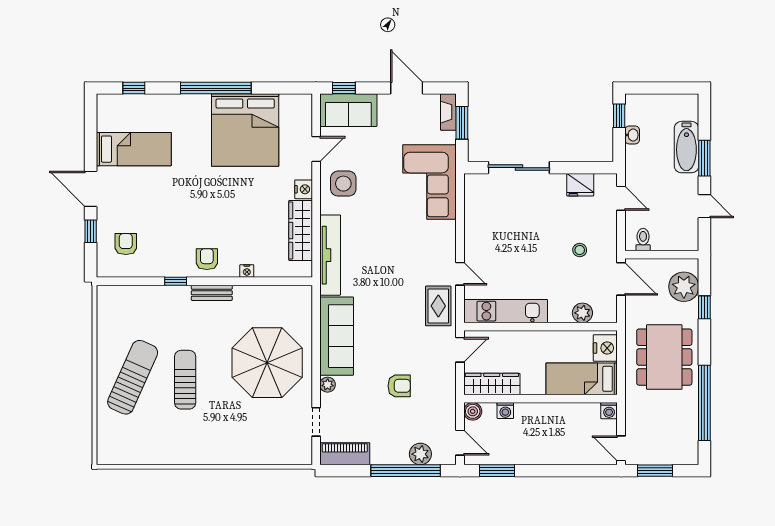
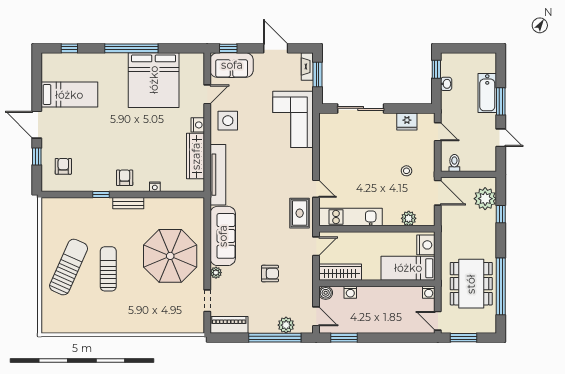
dining table: (664, 357) -> (471, 284), moved

